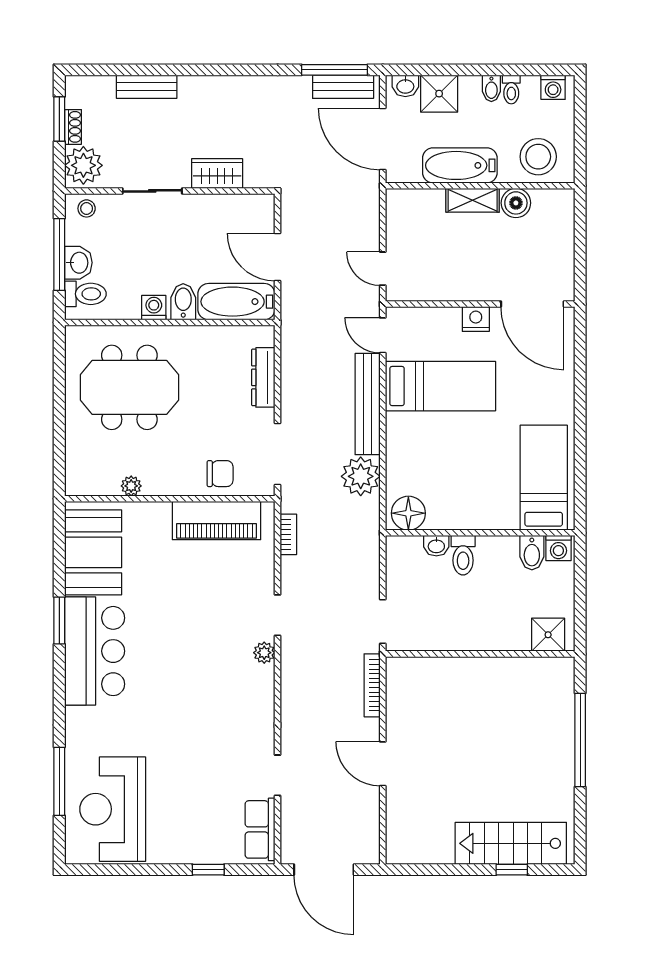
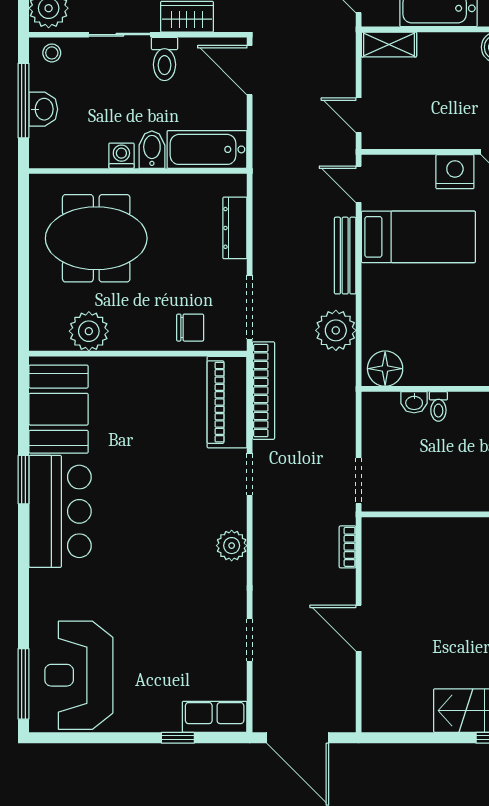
shelving: (473, 200) -> (389, 44), moved
door: (278, 257) -> (250, 70), moved
toilet: (85, 294) -> (164, 59), moved, turned 90
nightstand: (476, 319) -> (455, 172), width x1.36, depth x1.33
bench: (368, 404) -> (345, 256), width x0.73, depth x0.82
plant: (131, 486) -> (89, 331), width x1.88, depth x1.88
piano: (217, 521) -> (227, 402), moved, turned 90
bookcase: (288, 534) -> (263, 391), width x2.31, depth x1.31
toilet: (463, 555) -> (438, 406), width x0.73, depth x0.72
plant: (264, 653) -> (232, 546), moved, width x1.38, depth x1.38
bookcase: (372, 685) -> (348, 547), width x0.64
window: (59, 781) -> (24, 684), moved
row of seats: (260, 829) -> (215, 717), moved, turned 90

